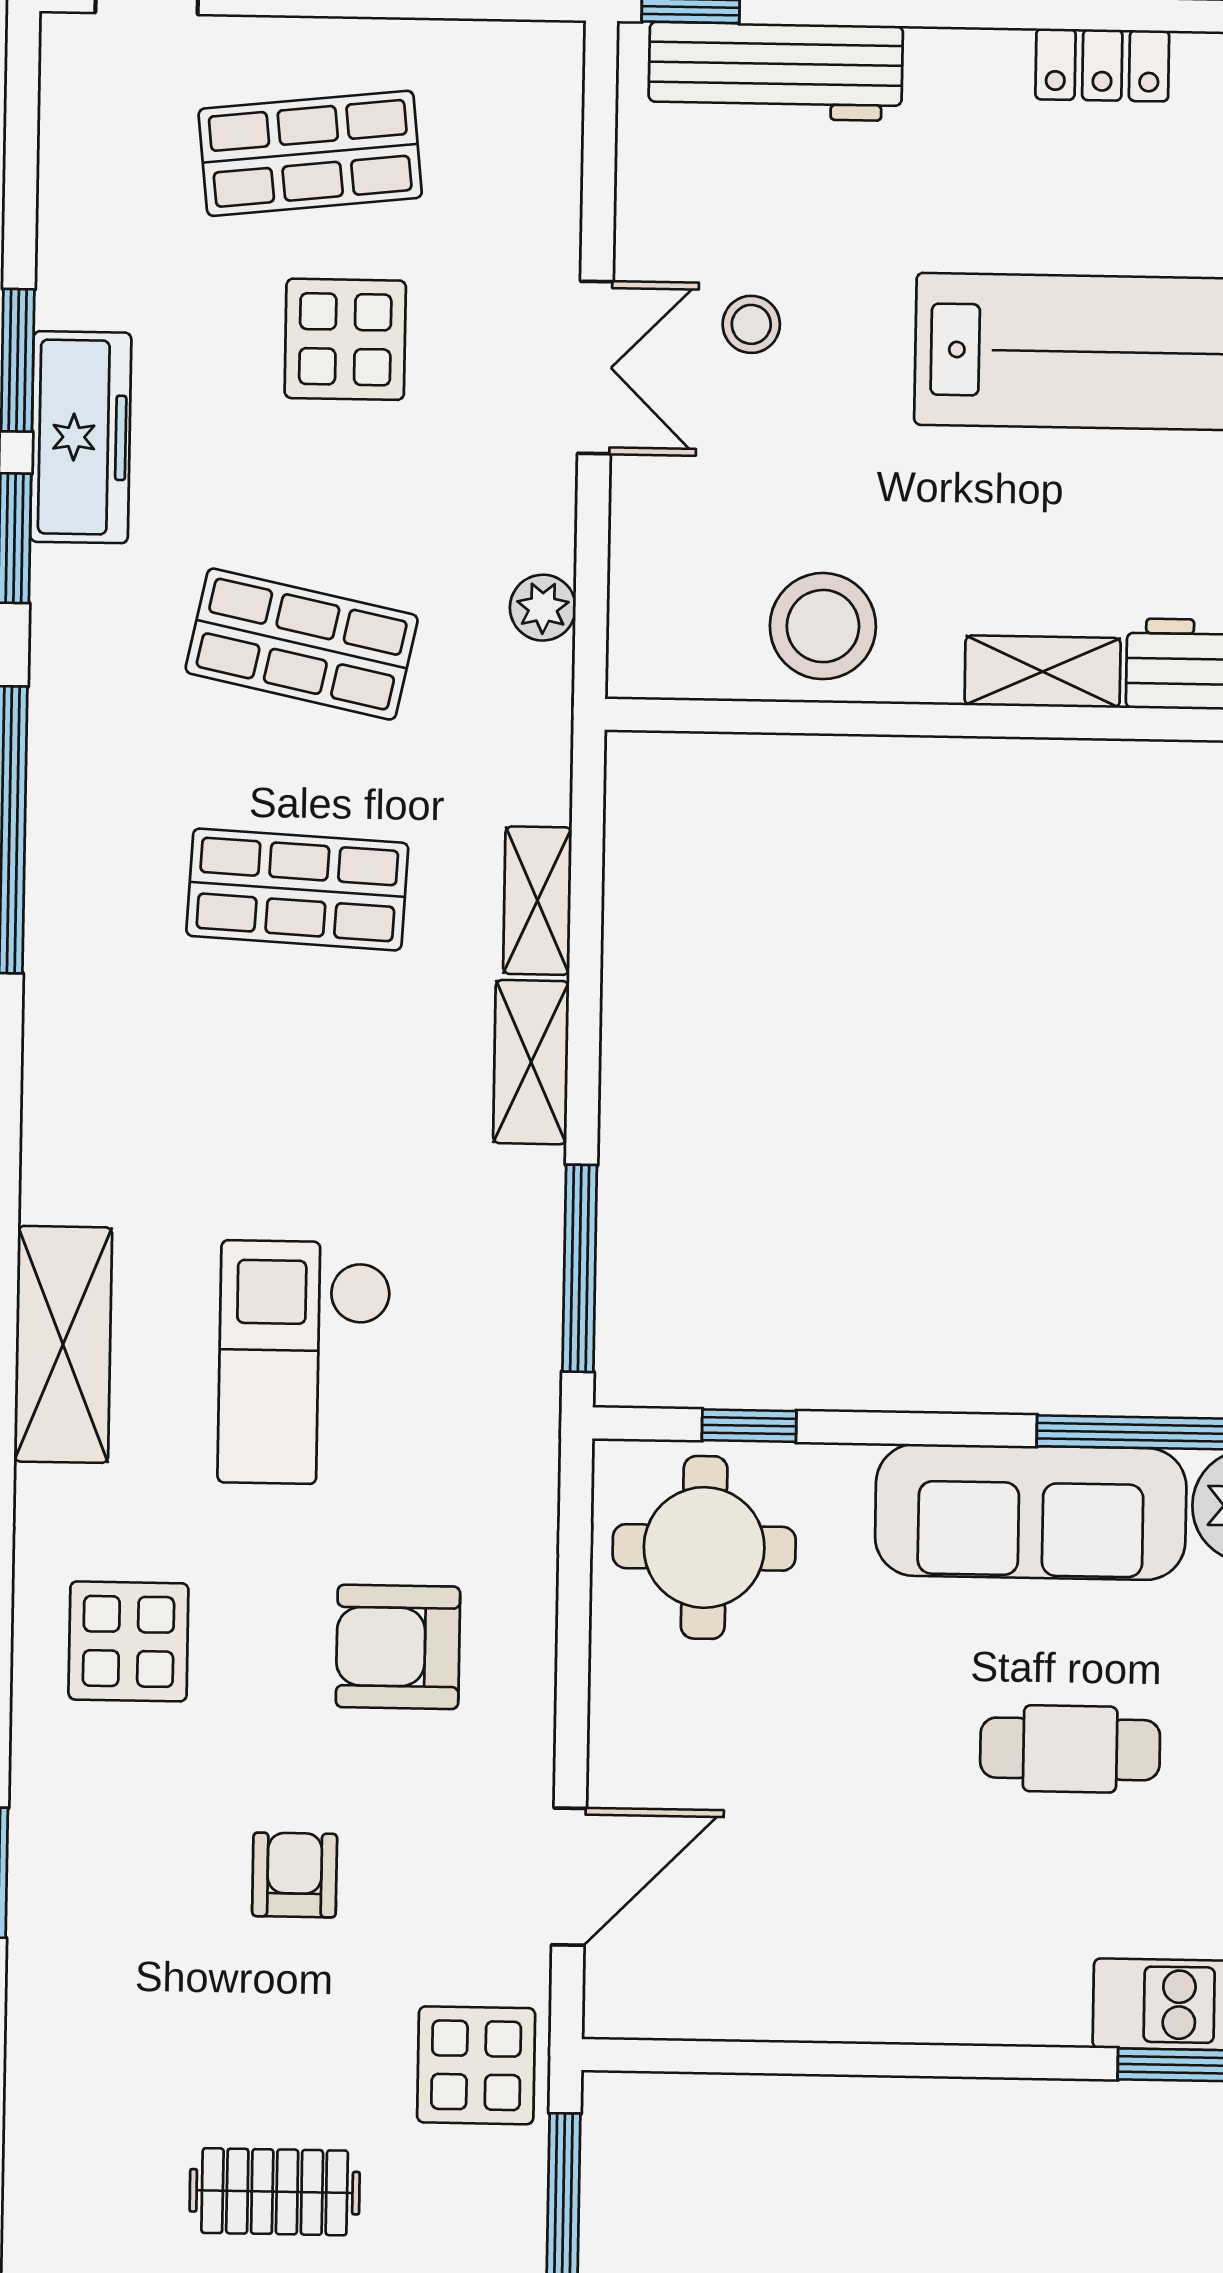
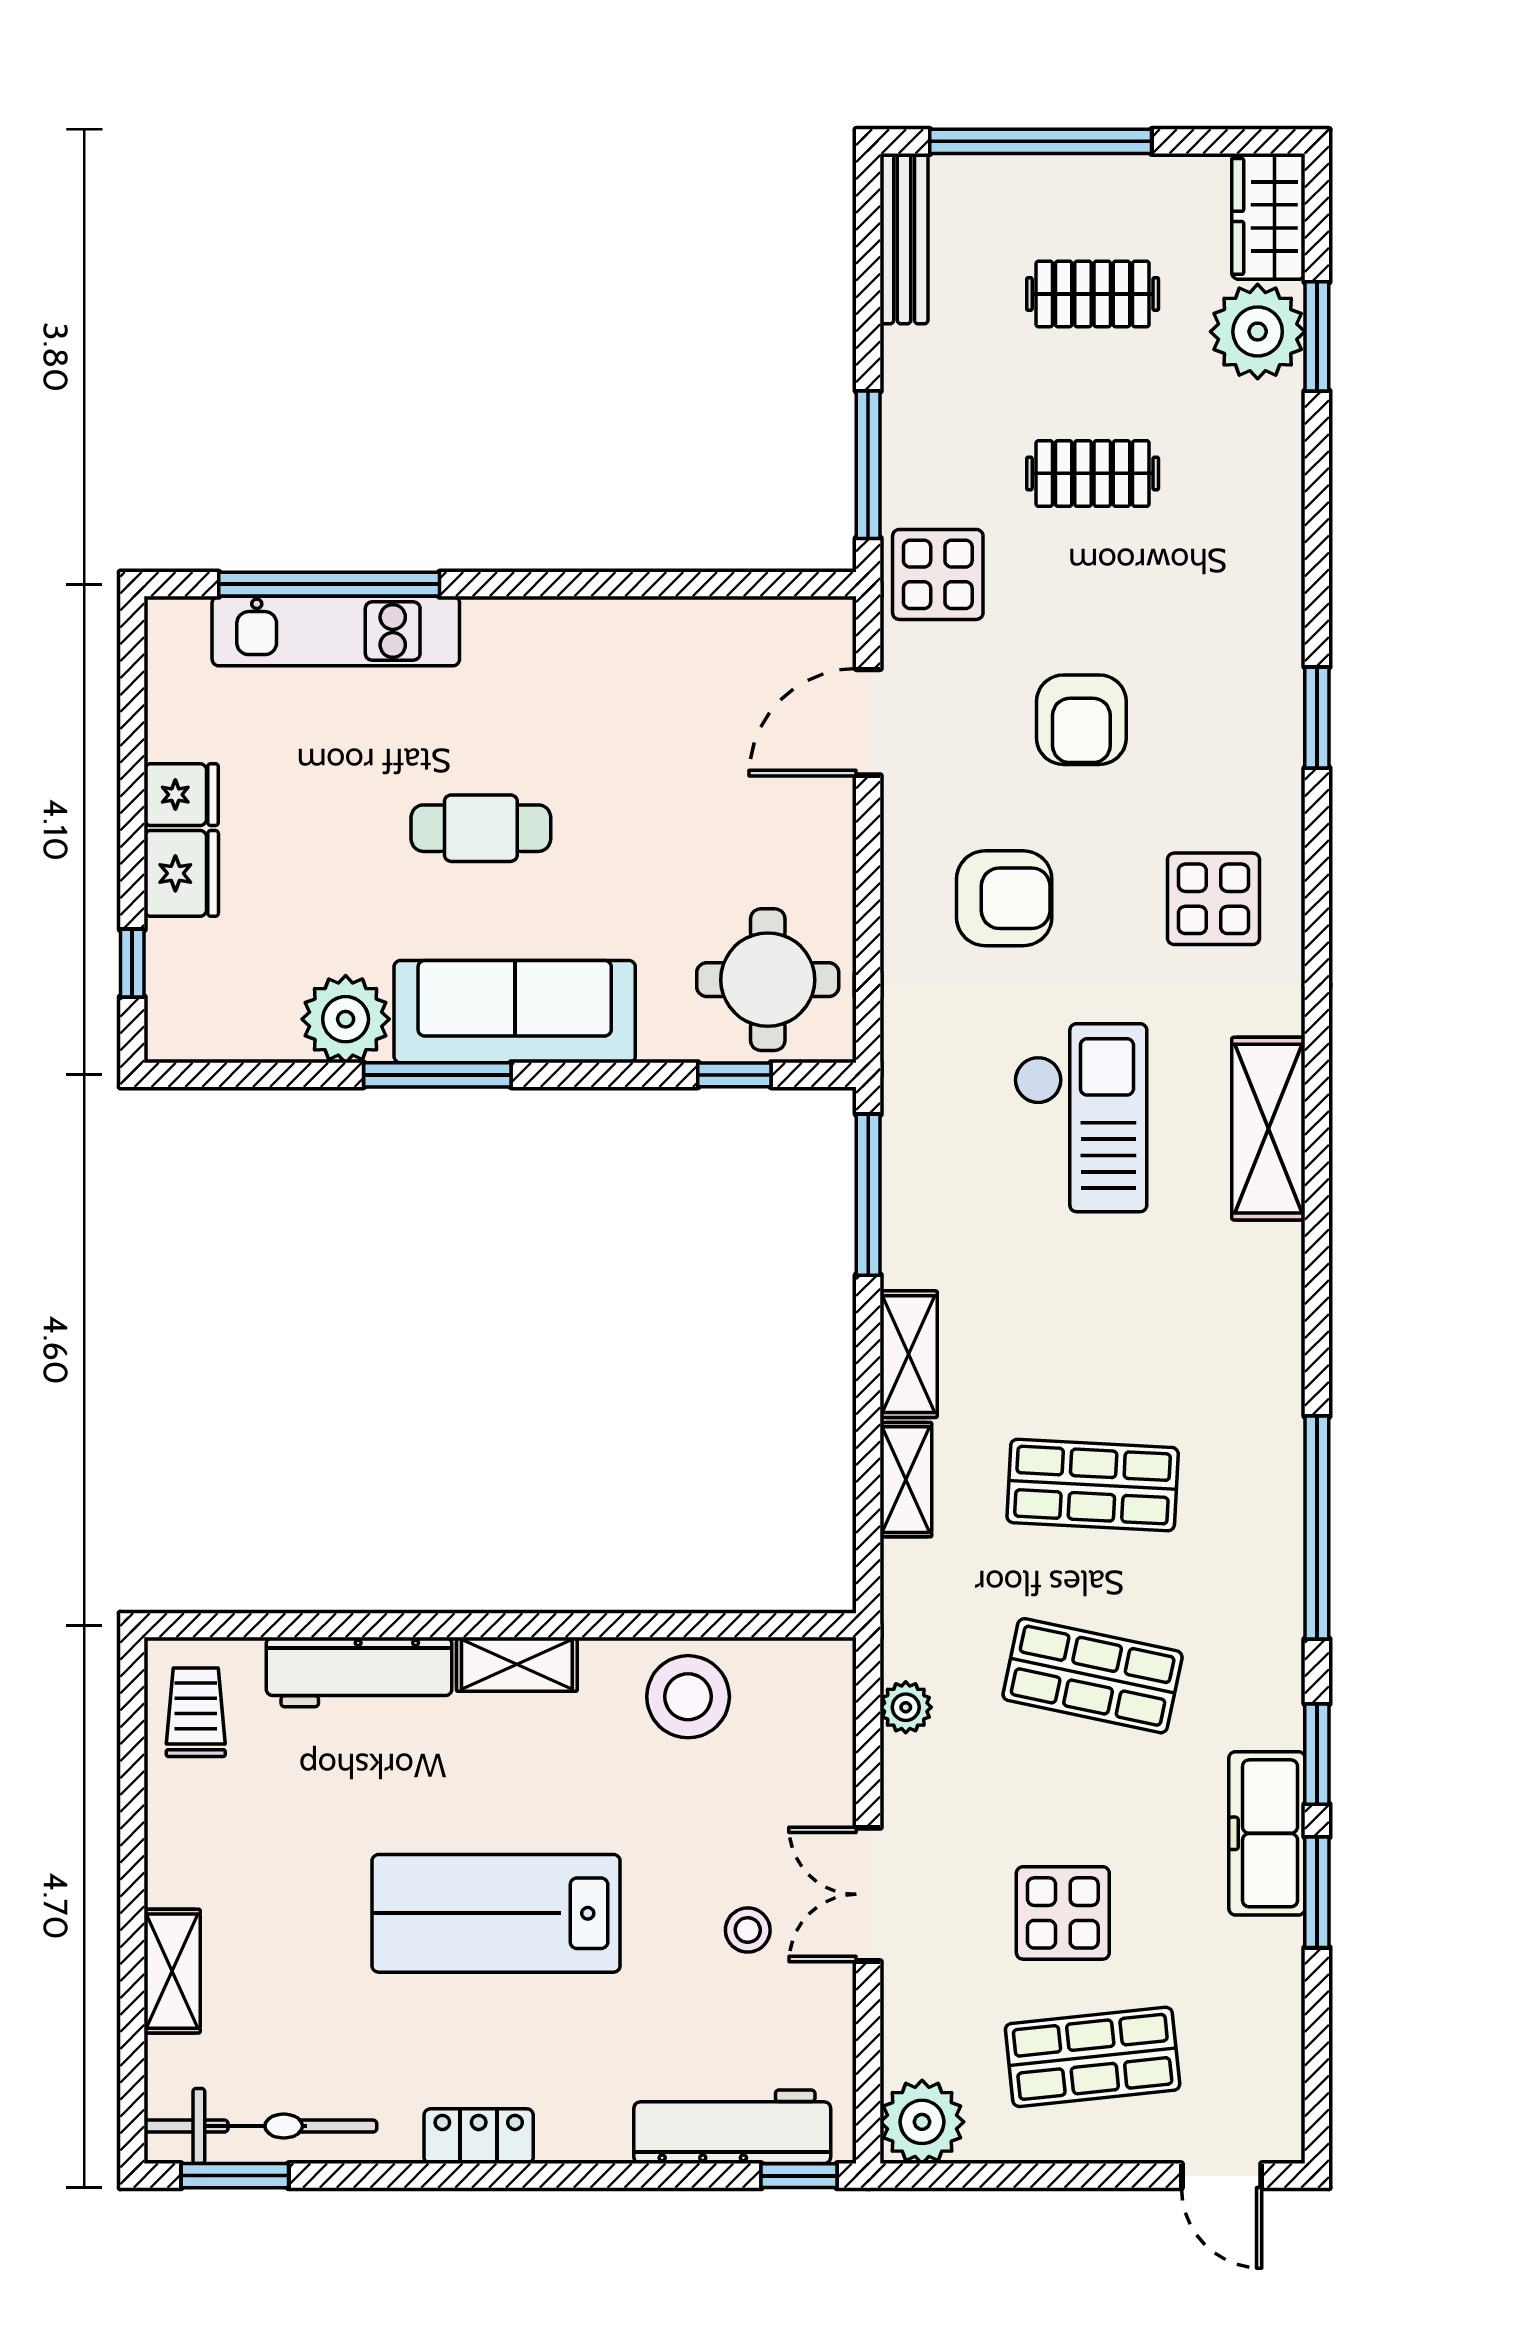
plant: (531, 73) -> (922, 2122), added
armchair: (295, 1875) -> (1081, 720), width x1.38, depth x1.38

